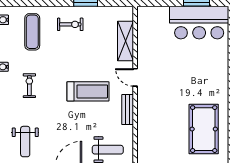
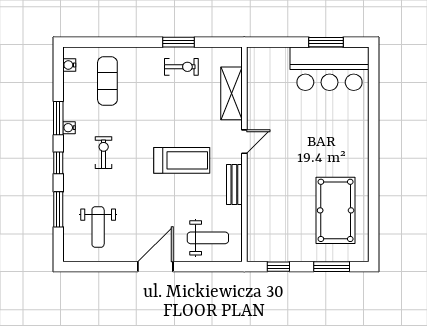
exercise bike: (70, 24) -> (181, 67), moved
door: (135, 77) -> (244, 142), swing flipped

